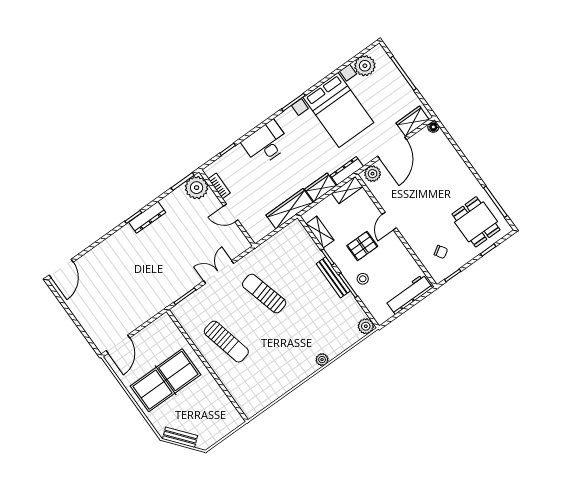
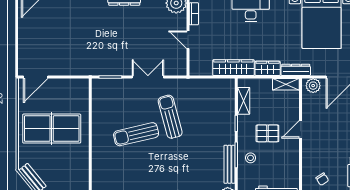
bench: (333, 277) -> (229, 164), moved
sun lounger: (226, 342) -> (136, 134), moved, turned 90

